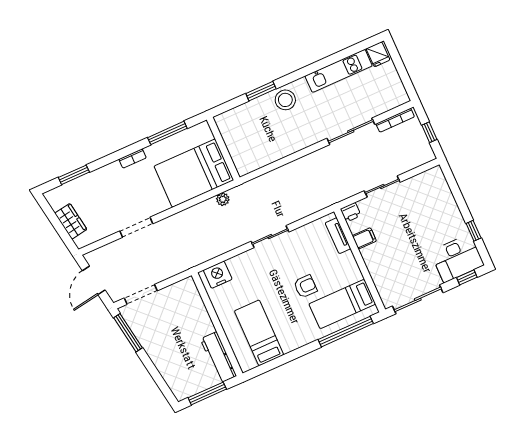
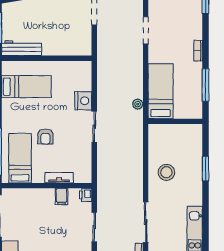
stool: (285, 100) -> (166, 172), moved
bed: (194, 173) -> (161, 91), width x0.67
tv unit: (338, 236) -> (59, 178), moved
nightstand: (218, 275) -> (83, 101), moved

